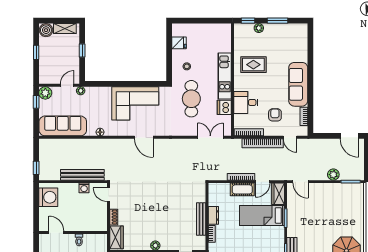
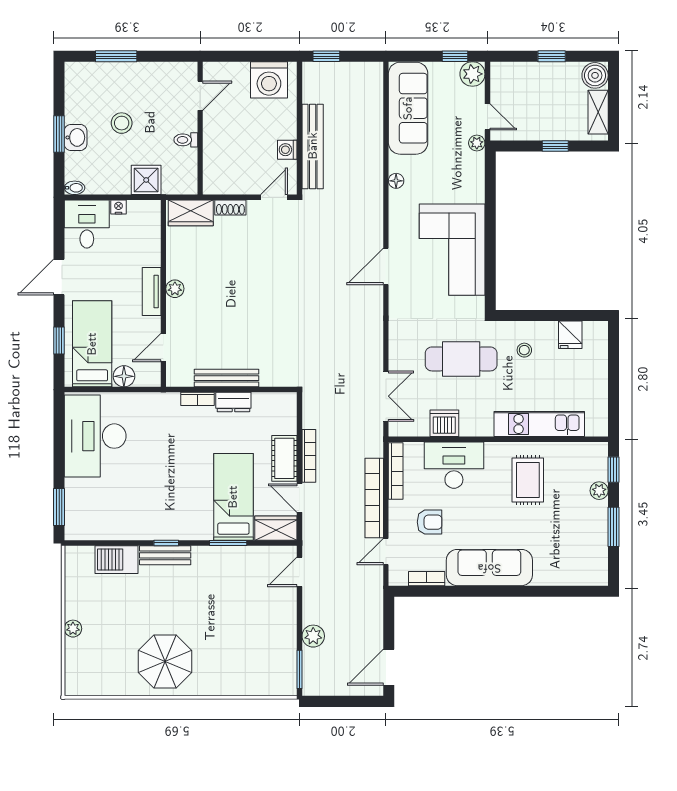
kitchen unit: (225, 76) -> (539, 424), moved
desk: (246, 102) -> (454, 465), width x1.37

